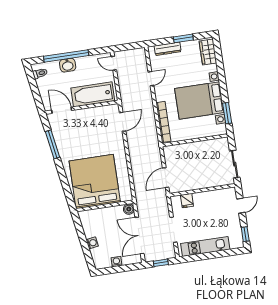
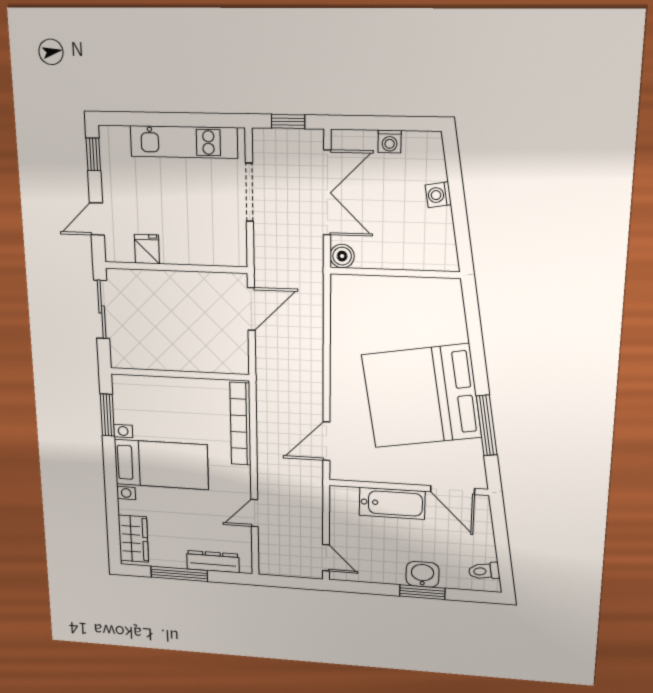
window: (183, 38) -> (179, 574), width x1.44
window: (66, 56) -> (422, 592), width x0.47
bathtub: (93, 94) -> (392, 503), width x0.73, depth x0.73
bed with nightstands: (199, 101) -> (161, 464), width x0.73
bed: (95, 182) -> (422, 396), moved, turned 81
fridge: (187, 201) -> (147, 249), moved

